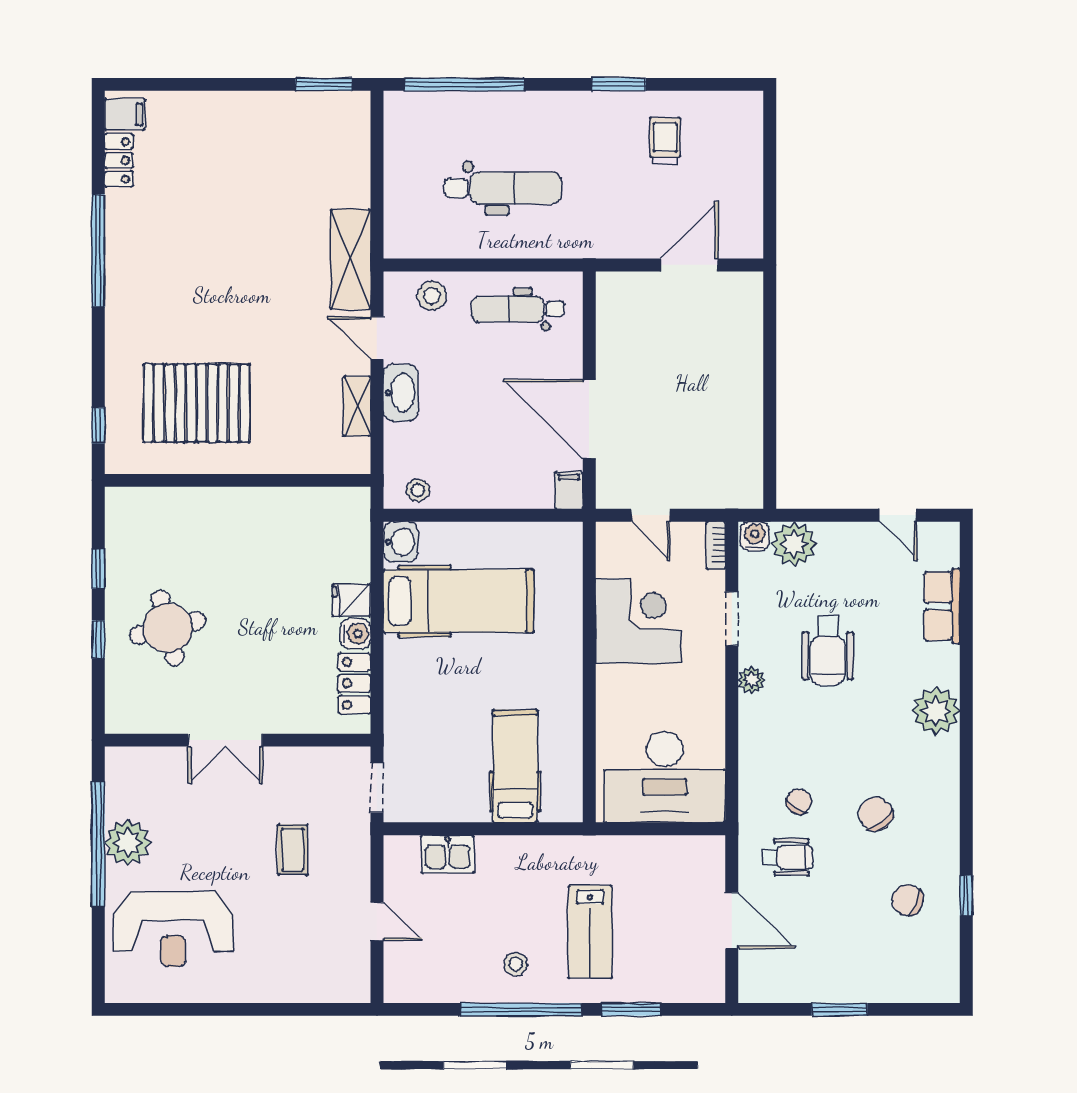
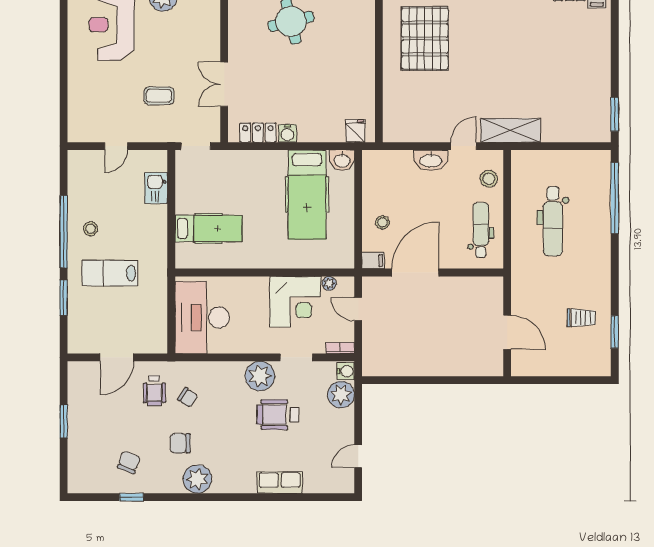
window: (619, 84) -> (615, 332), moved
shelving: (357, 406) -> (423, 134), removed
stool: (418, 490) -> (382, 223), moved
door: (650, 515) -> (358, 309), hinge flipped
plant: (607, 564) -> (329, 283), added
fridge: (351, 600) -> (355, 131), moved
row of seats: (942, 606) -> (280, 483), moved
plant: (751, 680) -> (260, 376), width x1.87, depth x1.87
plant: (936, 711) -> (197, 479), moved
double door: (225, 740) -> (224, 84), moved
chair: (876, 814) -> (180, 443), turned -144

